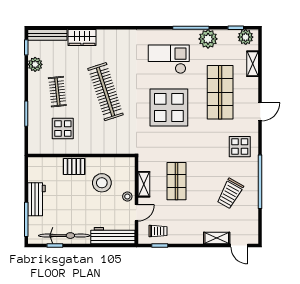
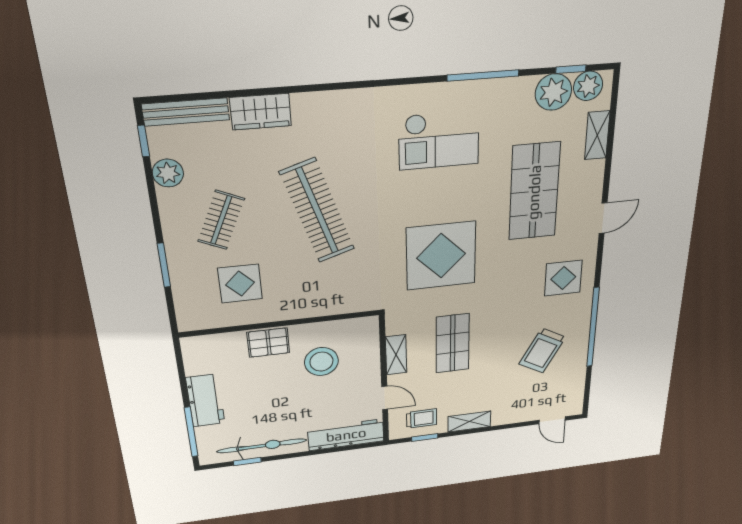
plant: (208, 39) -> (553, 92), moved
checkout: (169, 59) -> (439, 140), turned 180
clothes rail: (57, 92) -> (221, 220), turned 30
display table: (169, 107) -> (441, 256), moved
stool: (127, 197) -> (368, 376), removed
door: (136, 213) -> (385, 398), hinge flipped
shelving: (217, 238) -> (469, 422), moved

